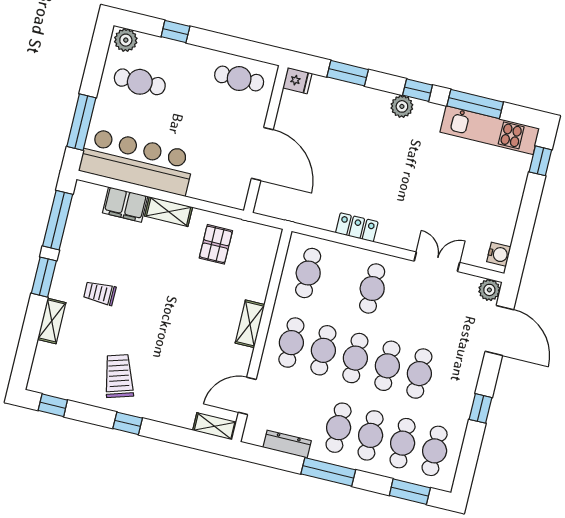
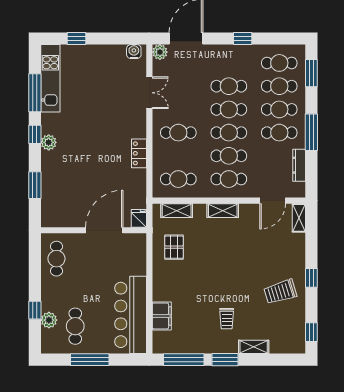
plant: (126, 40) -> (49, 320), moved
fridge: (297, 81) -> (139, 218), moved
window: (81, 122) -> (90, 360), moved
window: (540, 161) -> (77, 39), moved
shelving: (169, 212) -> (177, 211), moved, turned 90
pallet: (216, 244) -> (174, 247), turned 90
double door: (437, 262) -> (149, 93), swing flipped
door: (247, 396) -> (273, 201), hinge flipped

